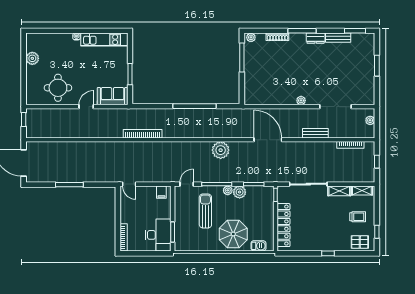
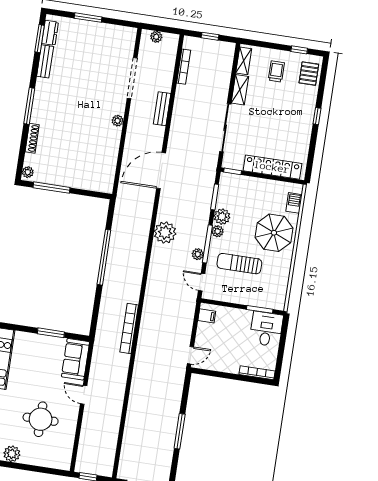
dresser: (316, 38) -> (50, 33), moved
round table: (58, 88) -> (41, 419), moved
plant: (208, 178) -> (198, 254), added
desk: (158, 235) -> (266, 329), width x0.73

